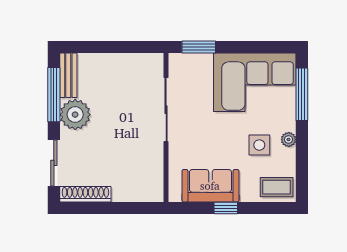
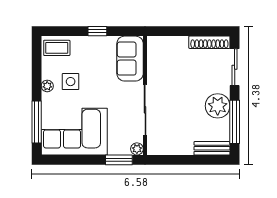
plant: (176, 61) -> (137, 149), added
bench: (68, 75) -> (212, 148), moved, turned 90
sofa: (210, 186) -> (130, 59), moved, turned 90

